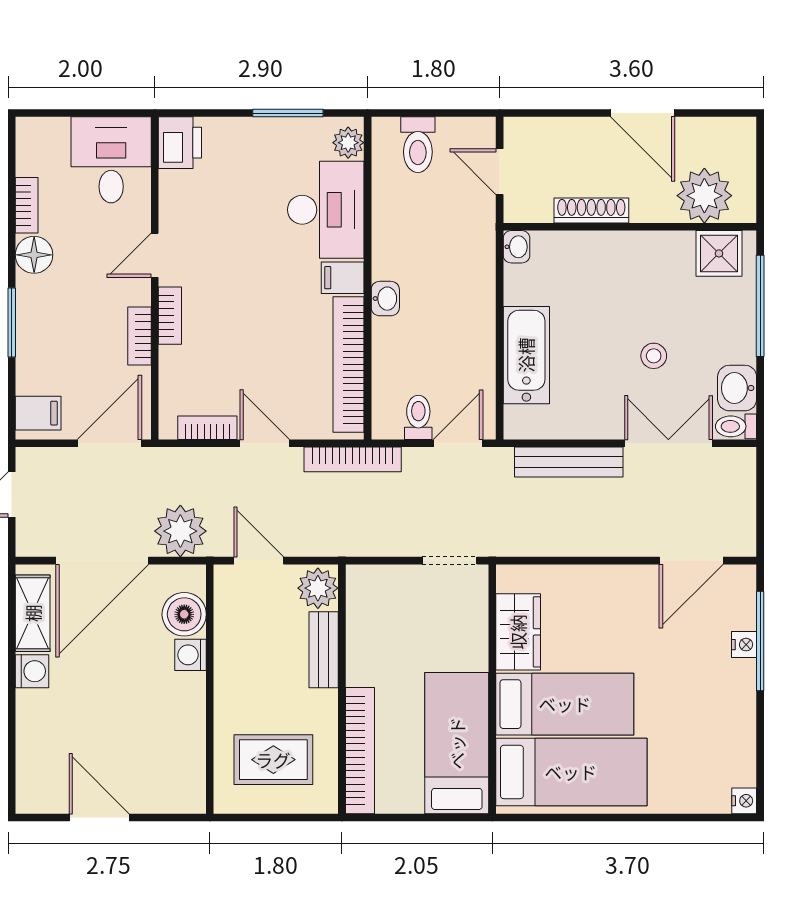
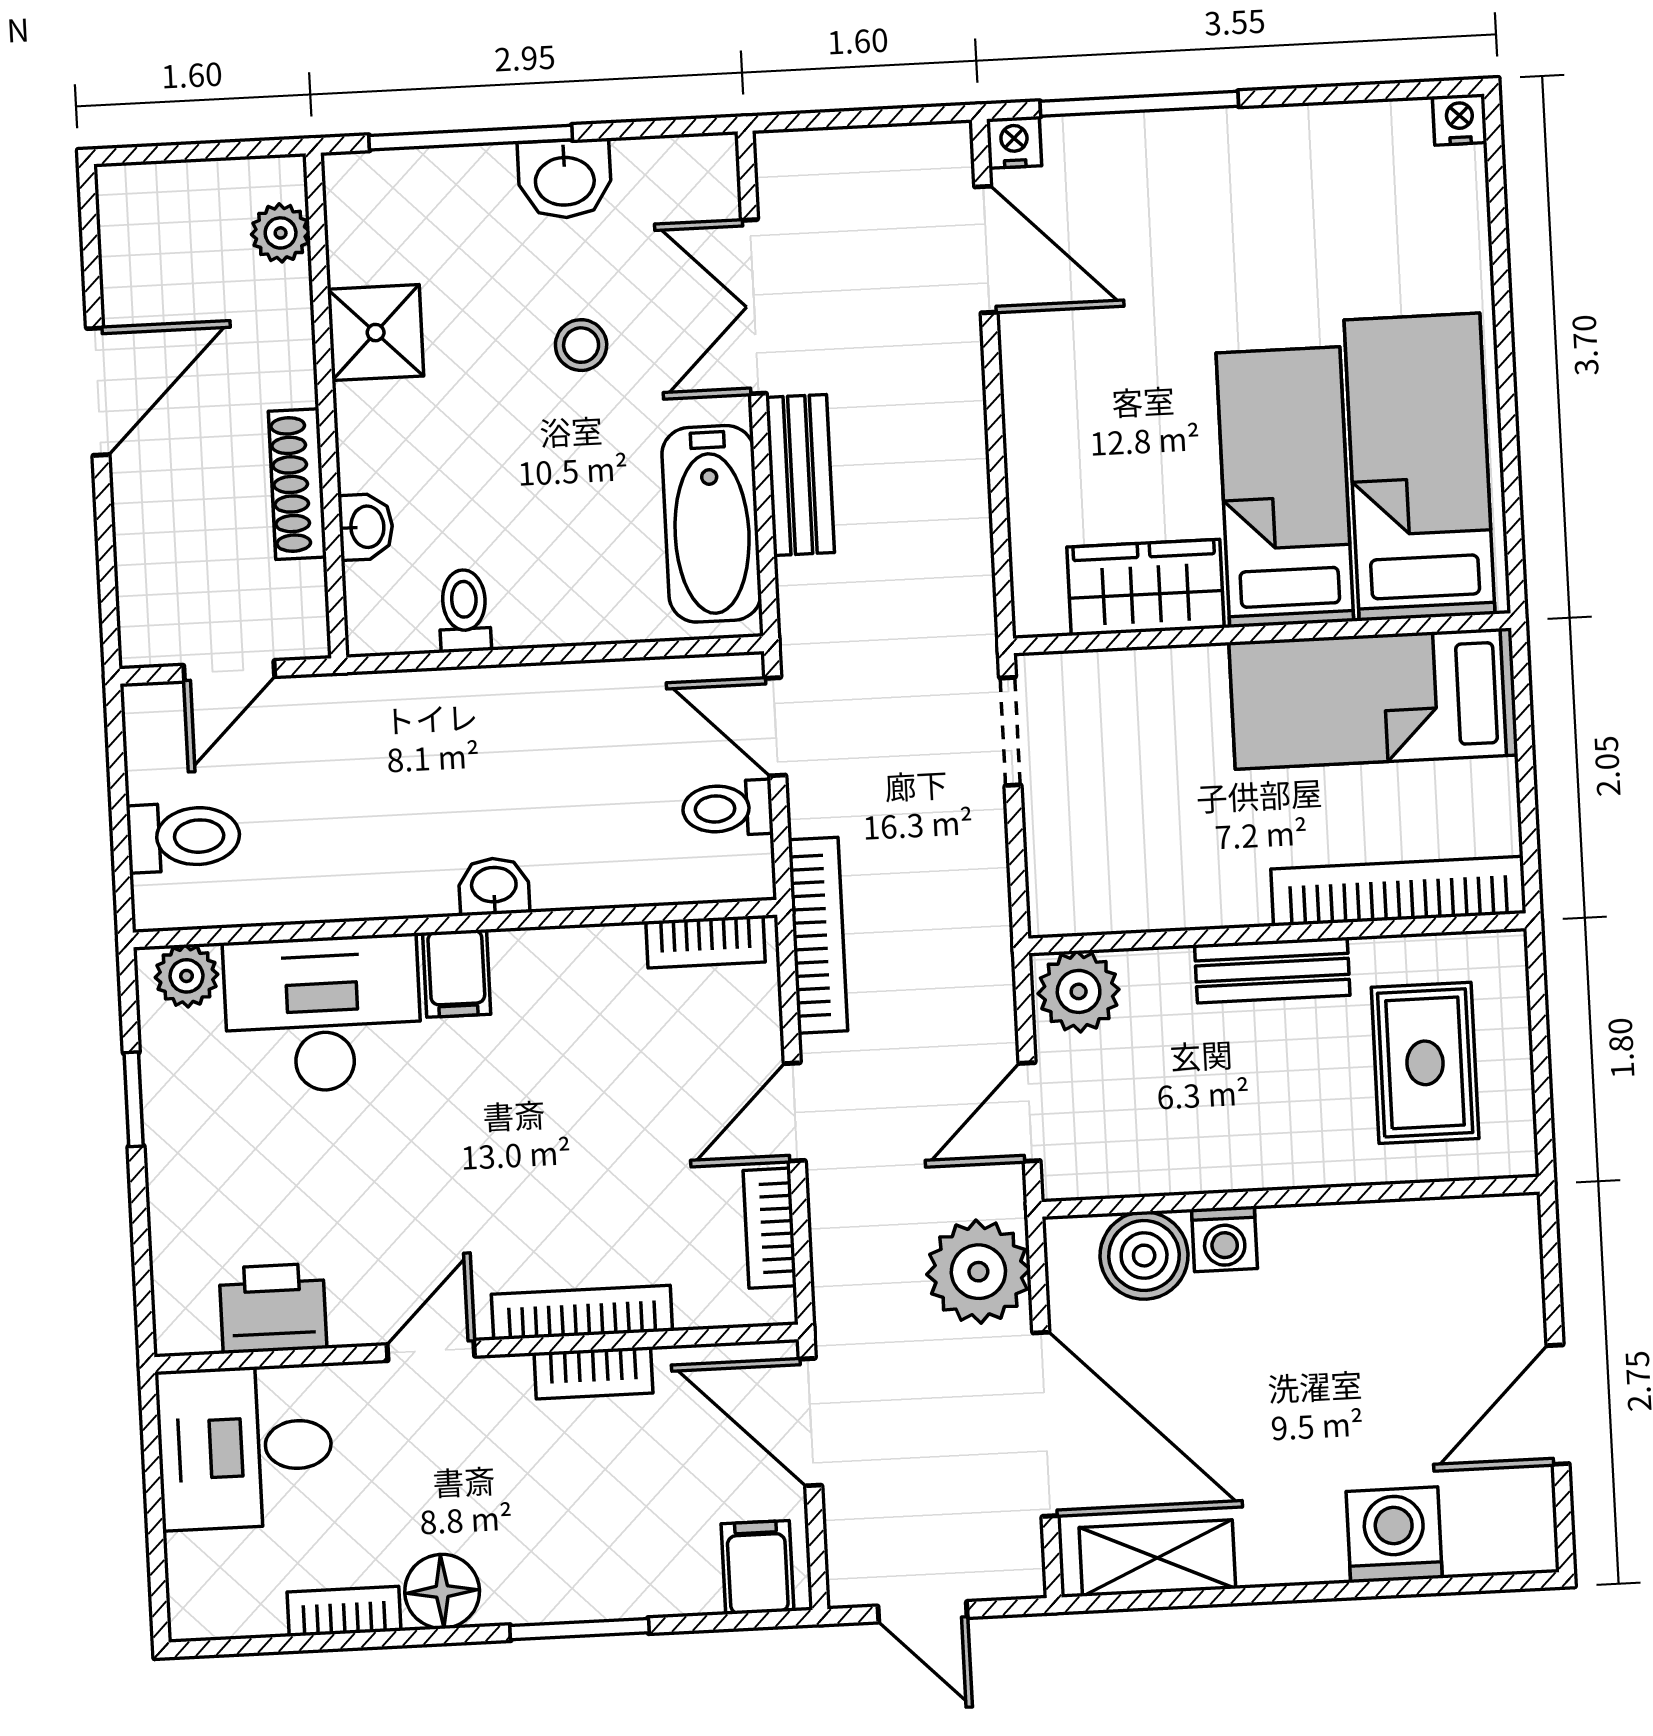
window: (288, 113) -> (134, 1099), width x0.67
printer: (180, 143) -> (273, 1308), moved
plant: (704, 196) -> (281, 233), width x0.53, depth x0.53
washbasin: (517, 247) -> (366, 527), moved, turned 90
shower: (719, 253) -> (376, 333), moved
door: (155, 255) -> (431, 1350), swing flipped
bookcase: (170, 316) -> (582, 1313), width x1.56
bathtub: (526, 355) -> (712, 524), moved, turned -90
bookcase: (349, 364) -> (706, 942), width x0.43, depth x0.76
washbasin: (737, 388) -> (565, 179), moved
toilet: (736, 426) -> (464, 611), moved, turned 180
bench: (569, 462) -> (800, 475), width x0.73
nightstand: (744, 645) -> (1014, 142), moved
bench: (324, 650) -> (1272, 970), moved
washing machine: (32, 671) -> (1394, 1535), moved, width x1.38, depth x1.38

